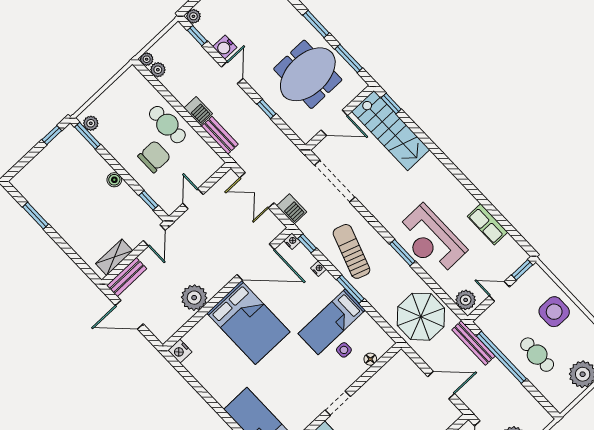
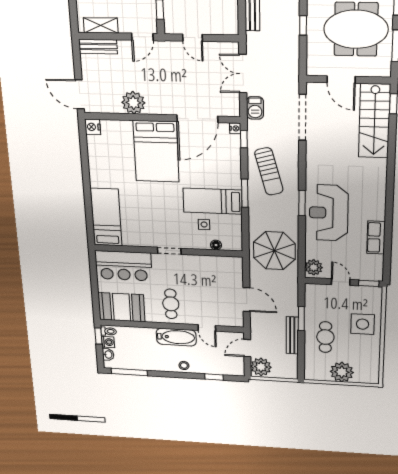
door: (193, 199) -> (192, 38), swing flipped
sun lounger: (351, 251) -> (269, 171), turned 146
door: (256, 262) -> (197, 119), hinge flipped
nightstand: (318, 269) -> (236, 162), removed
door: (129, 315) -> (80, 94), moved
bench: (473, 343) -> (292, 335), moved
window: (501, 357) -> (301, 319), width x0.47

